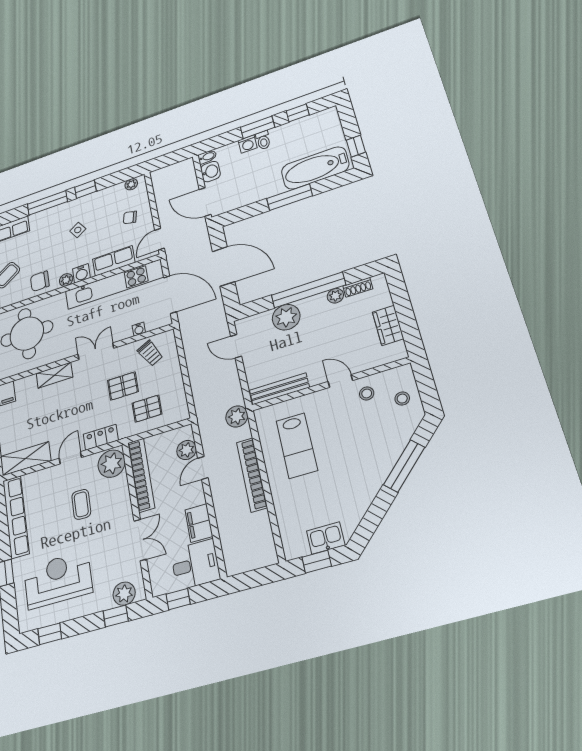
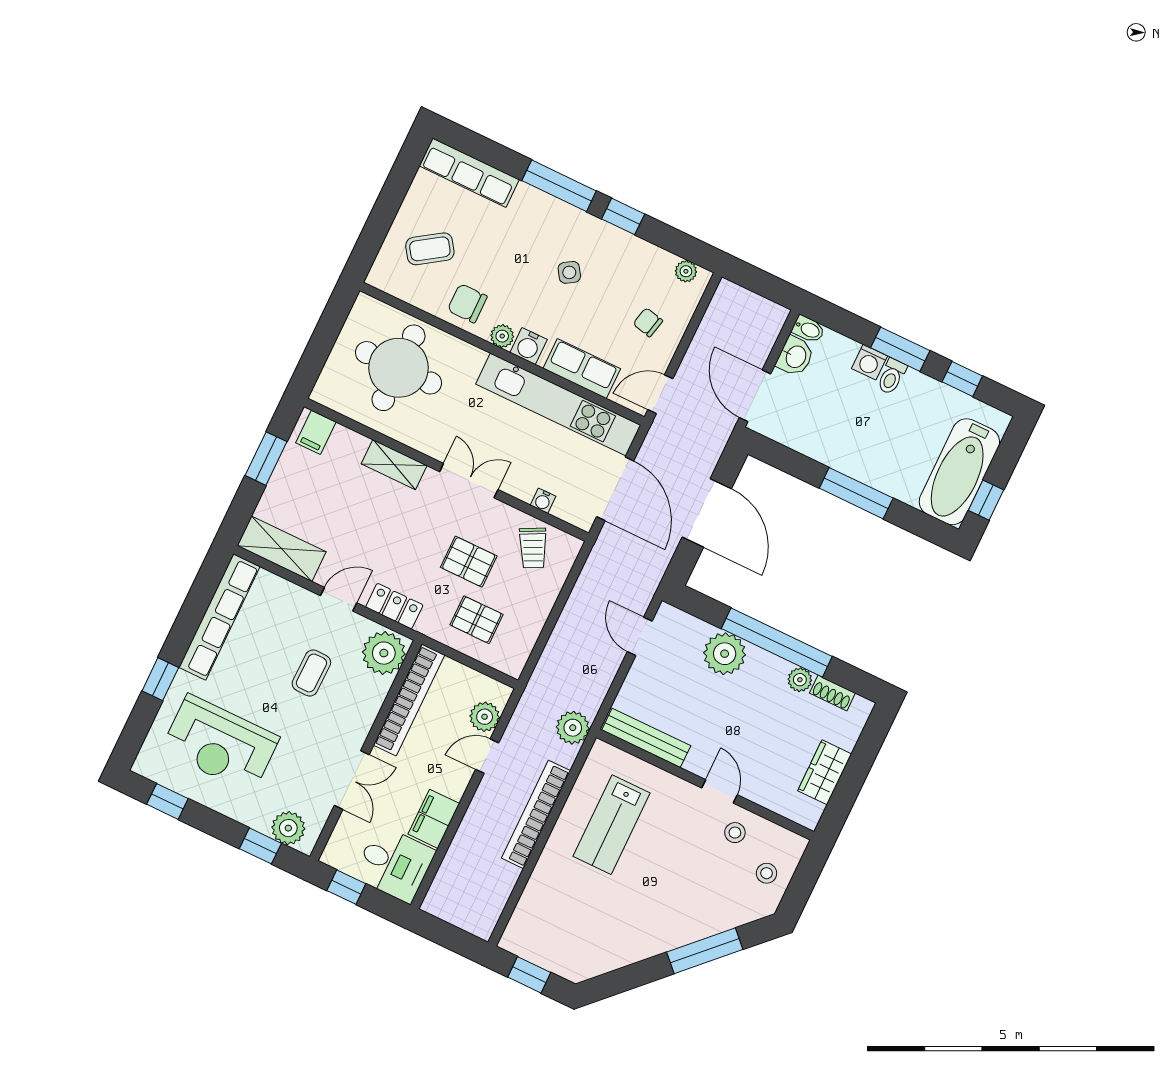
bathtub: (315, 168) -> (959, 472), moved, turned -90
kitchen sink: (326, 538) -> (559, 957), removed
reception desk: (58, 580) -> (220, 744), turned 180

